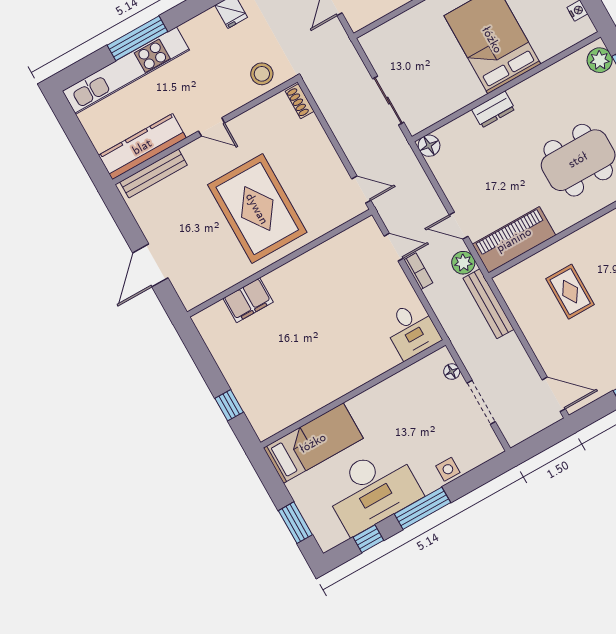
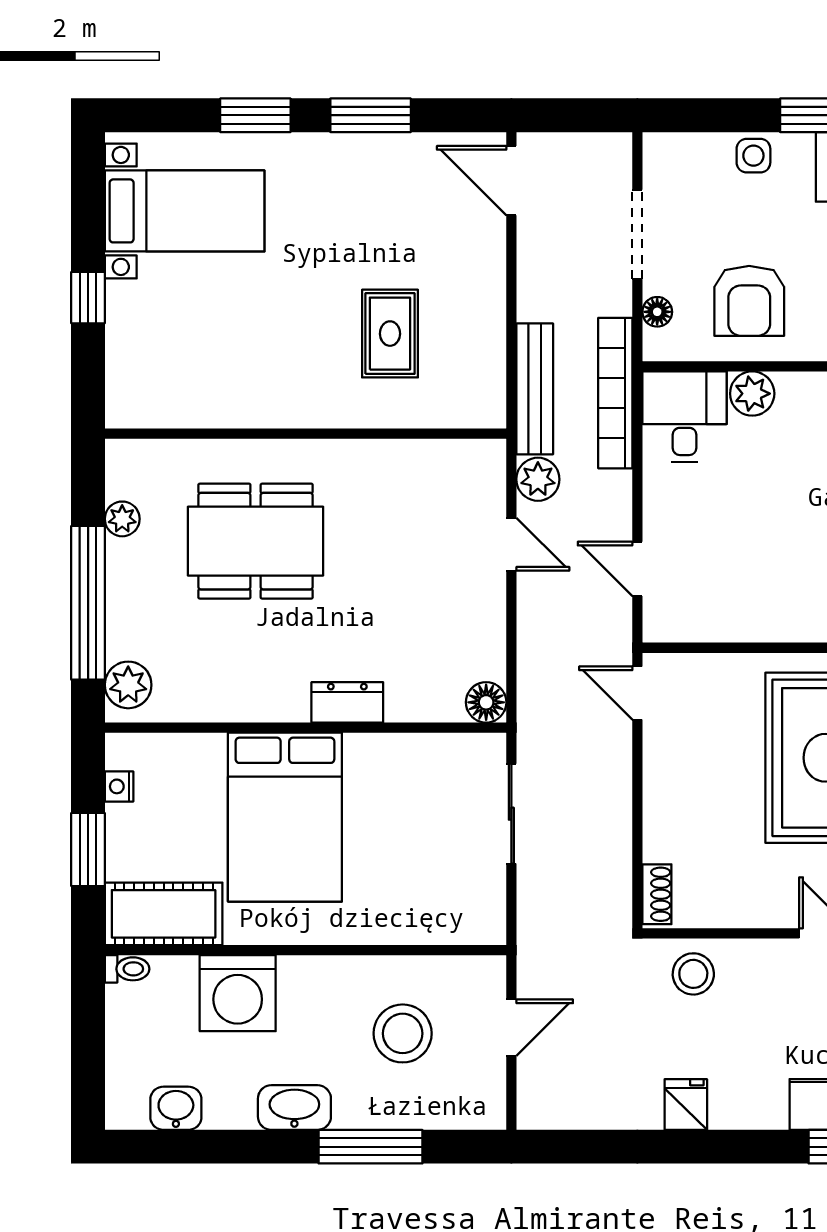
piano: (514, 240) -> (434, 470), removed
bookcase: (418, 271) -> (615, 393), moved, width x2.31, depth x1.31
plant: (386, 358) -> (752, 394), added
armchair: (412, 401) -> (749, 301), added

